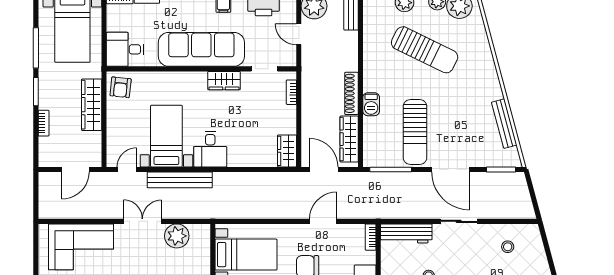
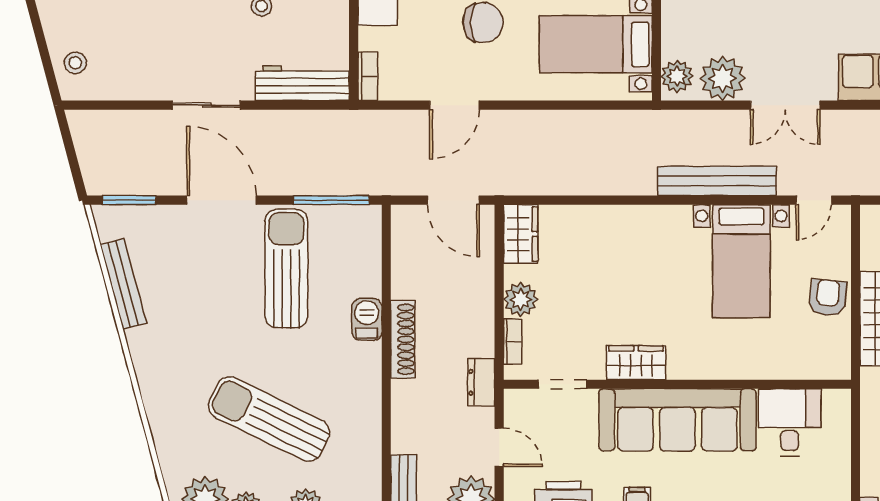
desk: (125, 49) -> (790, 422), moved, turned -90
dresser: (309, 70) -> (481, 382), added
armchair: (121, 87) -> (828, 298), moved
plant: (287, 115) -> (521, 299), added
wardrobe: (349, 139) -> (407, 256), removed
desk: (210, 149) -> (661, 237), removed
plant: (202, 237) -> (677, 76), added
stool: (508, 247) -> (75, 63), moved

